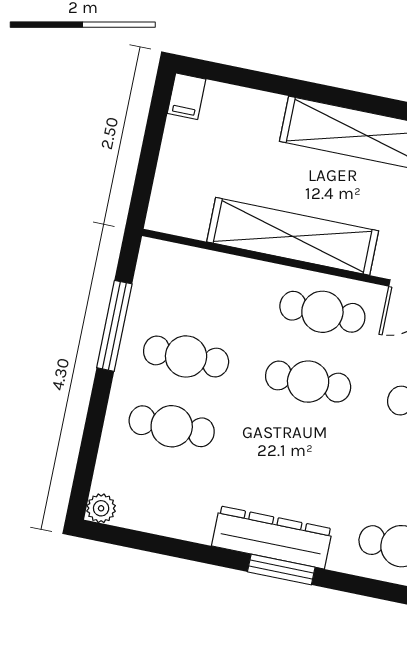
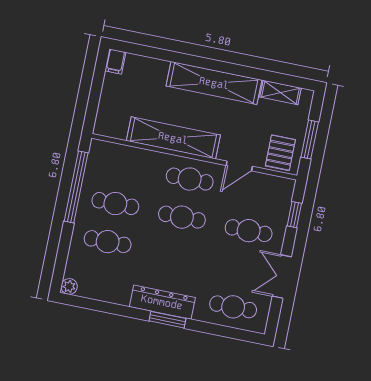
window: (114, 326) -> (76, 187), width x1.46

